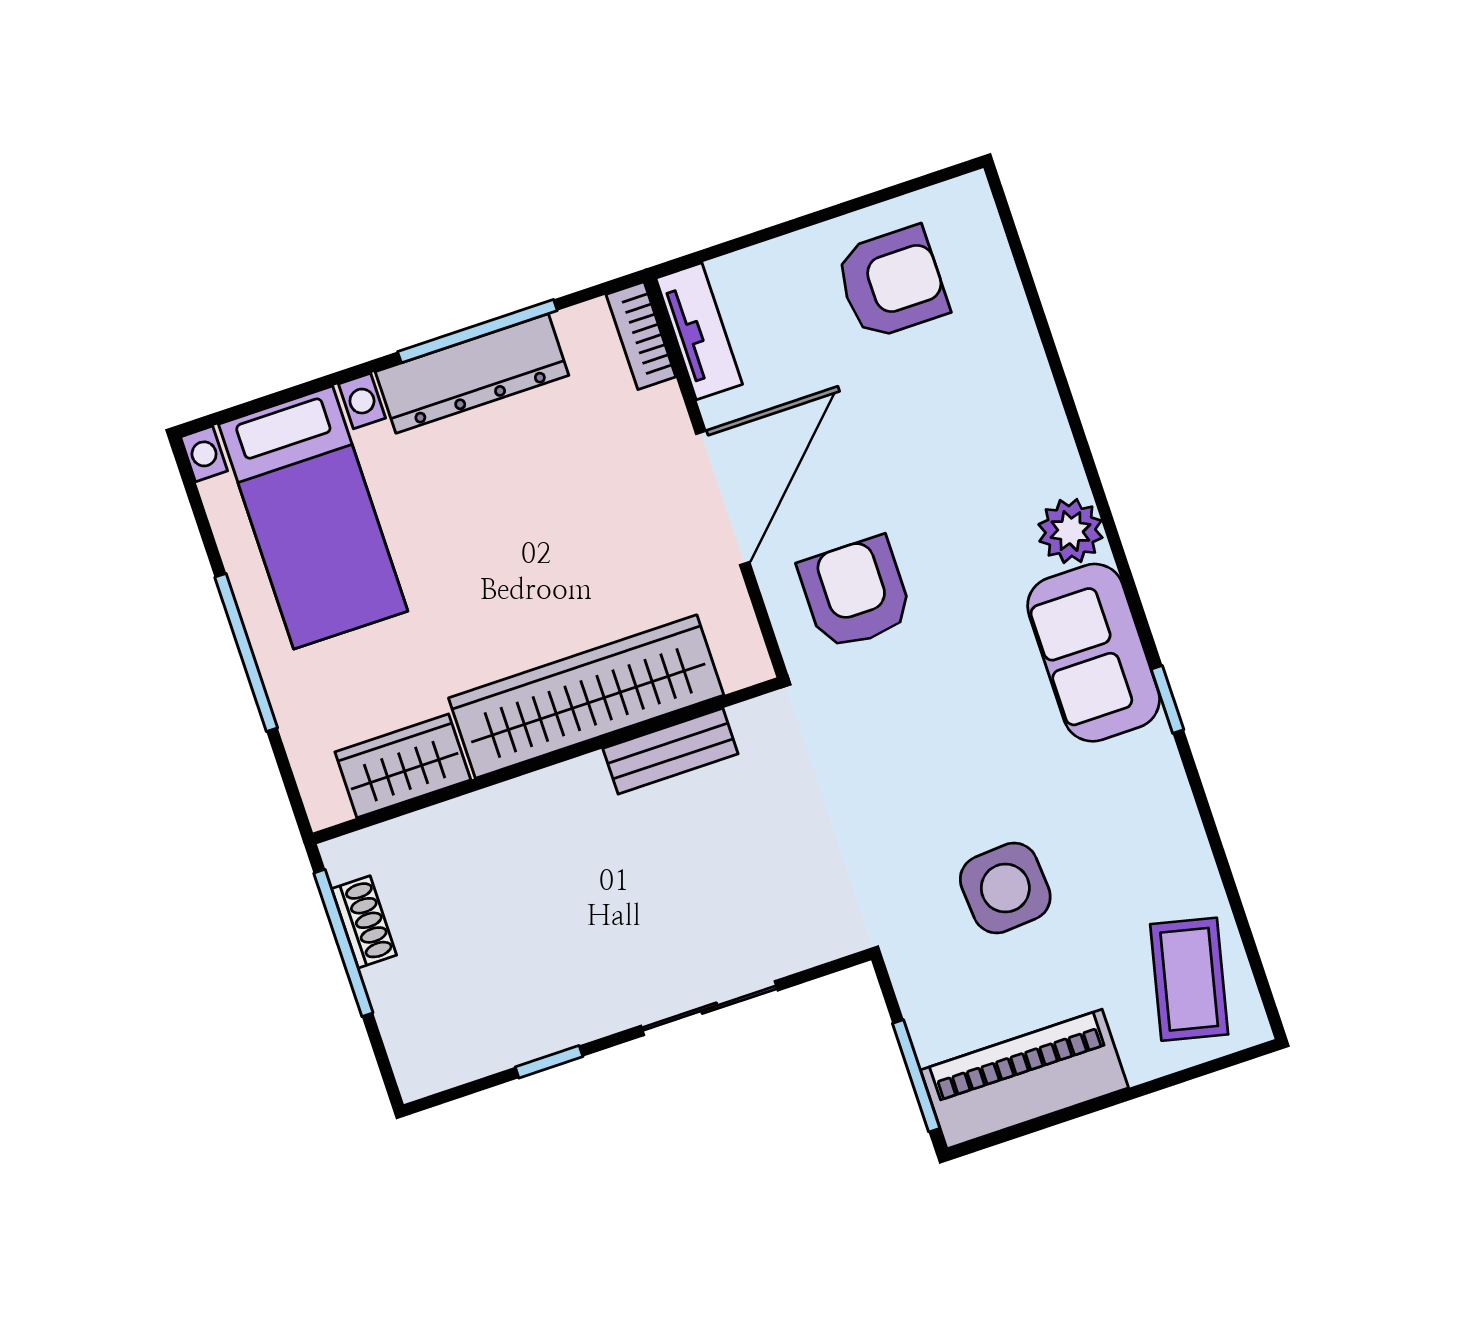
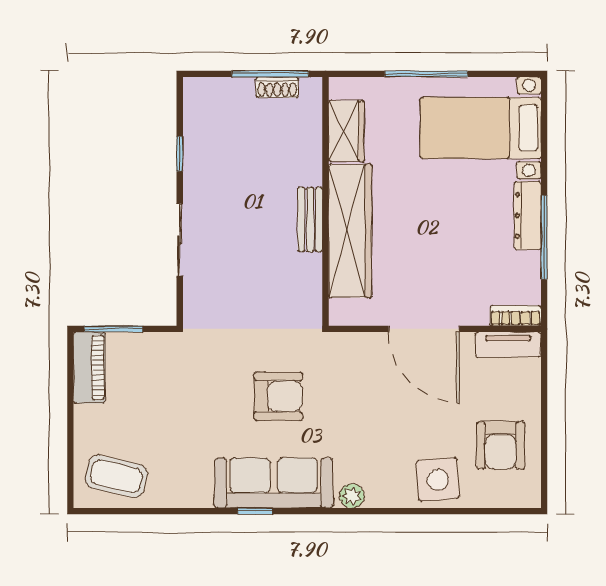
dresser: (472, 374) -> (528, 216), width x0.73, depth x0.80
plant: (1070, 531) -> (352, 496), width x0.73, depth x0.73
armchair: (855, 593) -> (278, 396), moved
sofa: (1094, 653) -> (274, 483), width x1.36
bench: (670, 751) -> (310, 220), moved
side table: (1005, 888) -> (438, 480), moved
piano: (1024, 1079) -> (89, 368), width x0.73, depth x0.75

